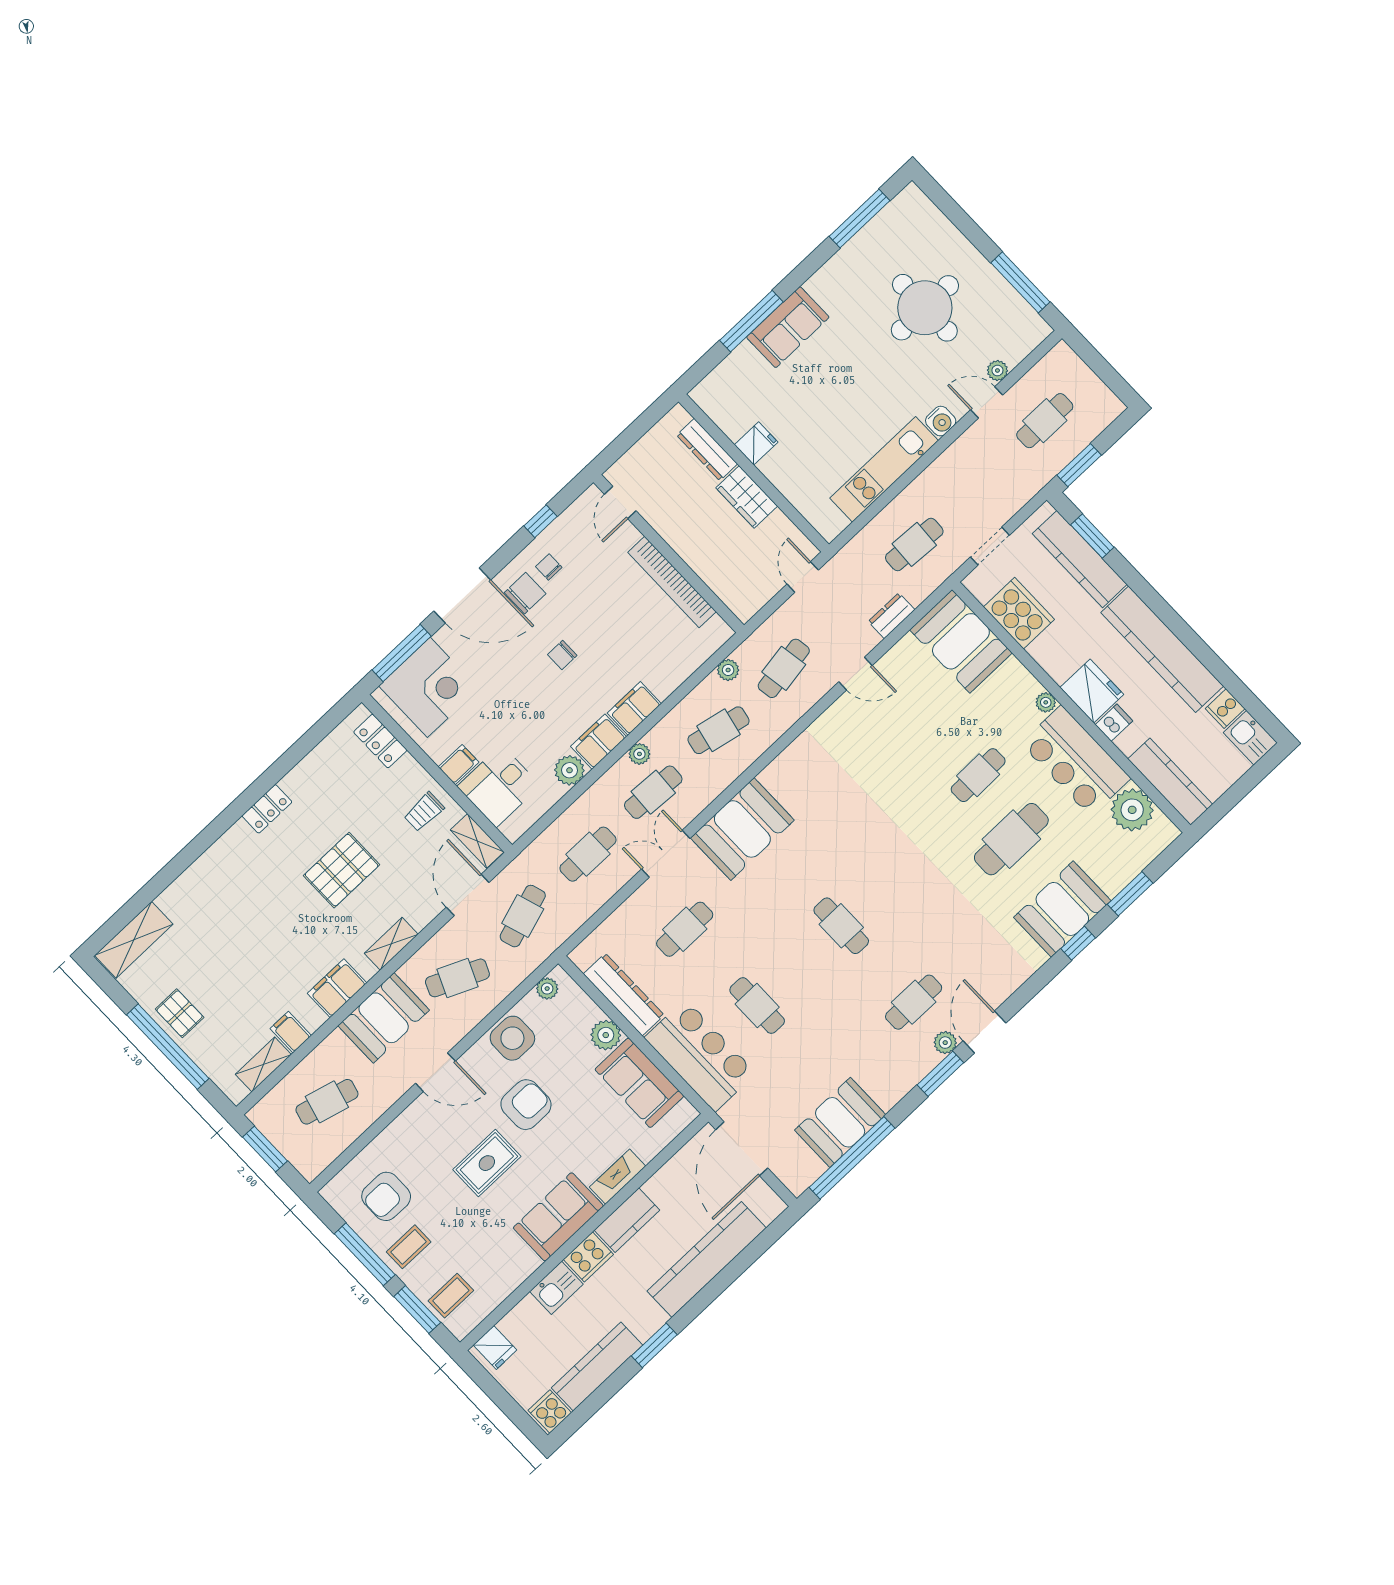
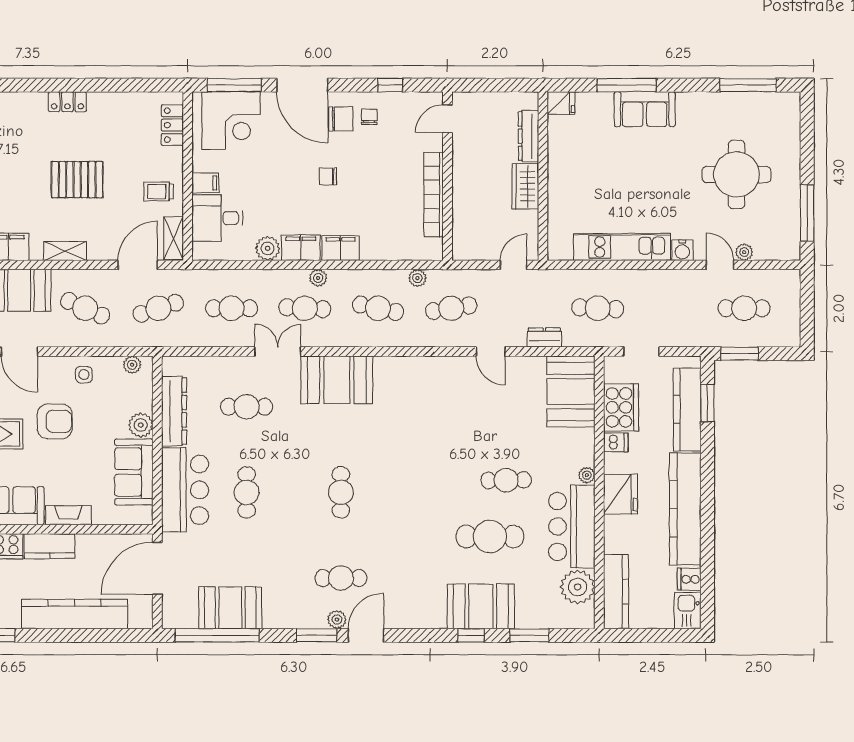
fridge: (756, 443) -> (561, 103), moved
dishwasher: (1114, 723) -> (616, 442), moved
side table: (512, 1038) -> (84, 375), width x0.54, depth x0.54

